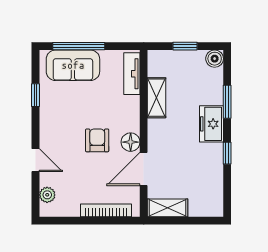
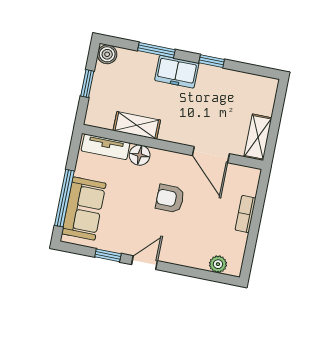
floor lamp: (131, 142) -> (140, 155), moved
door: (36, 160) -> (145, 263), moved
bookcase: (106, 210) -> (245, 214), width x0.64

